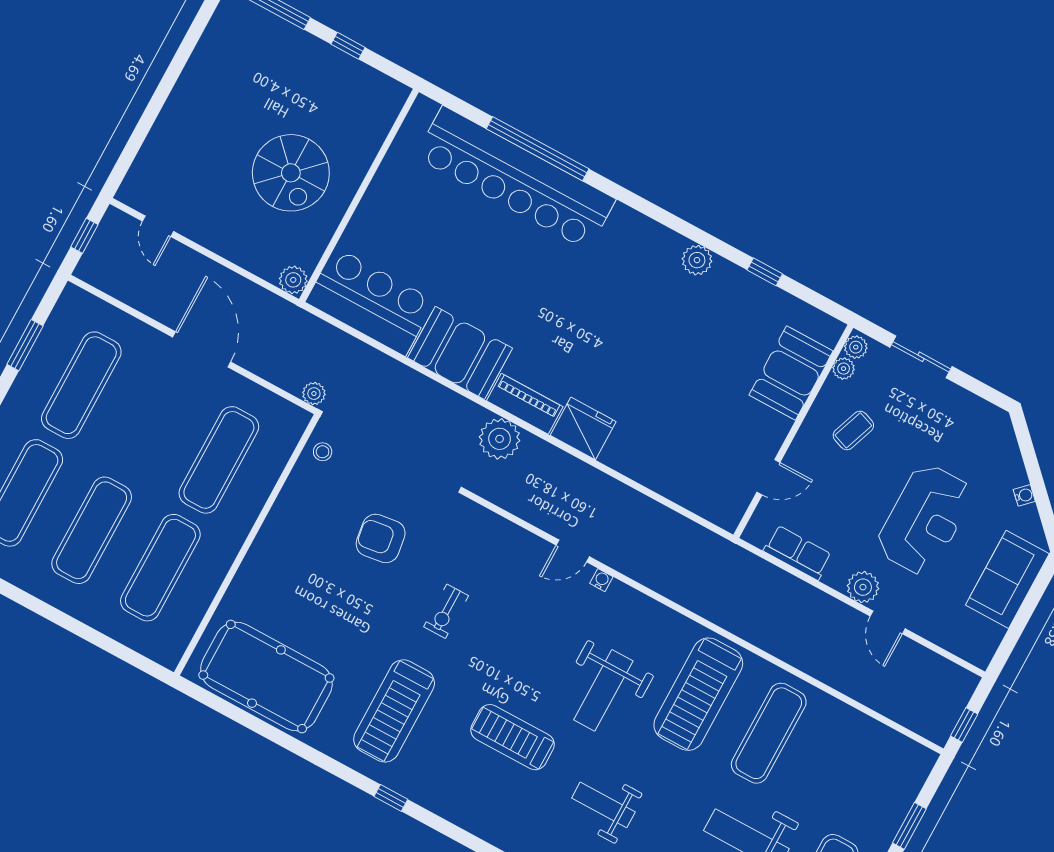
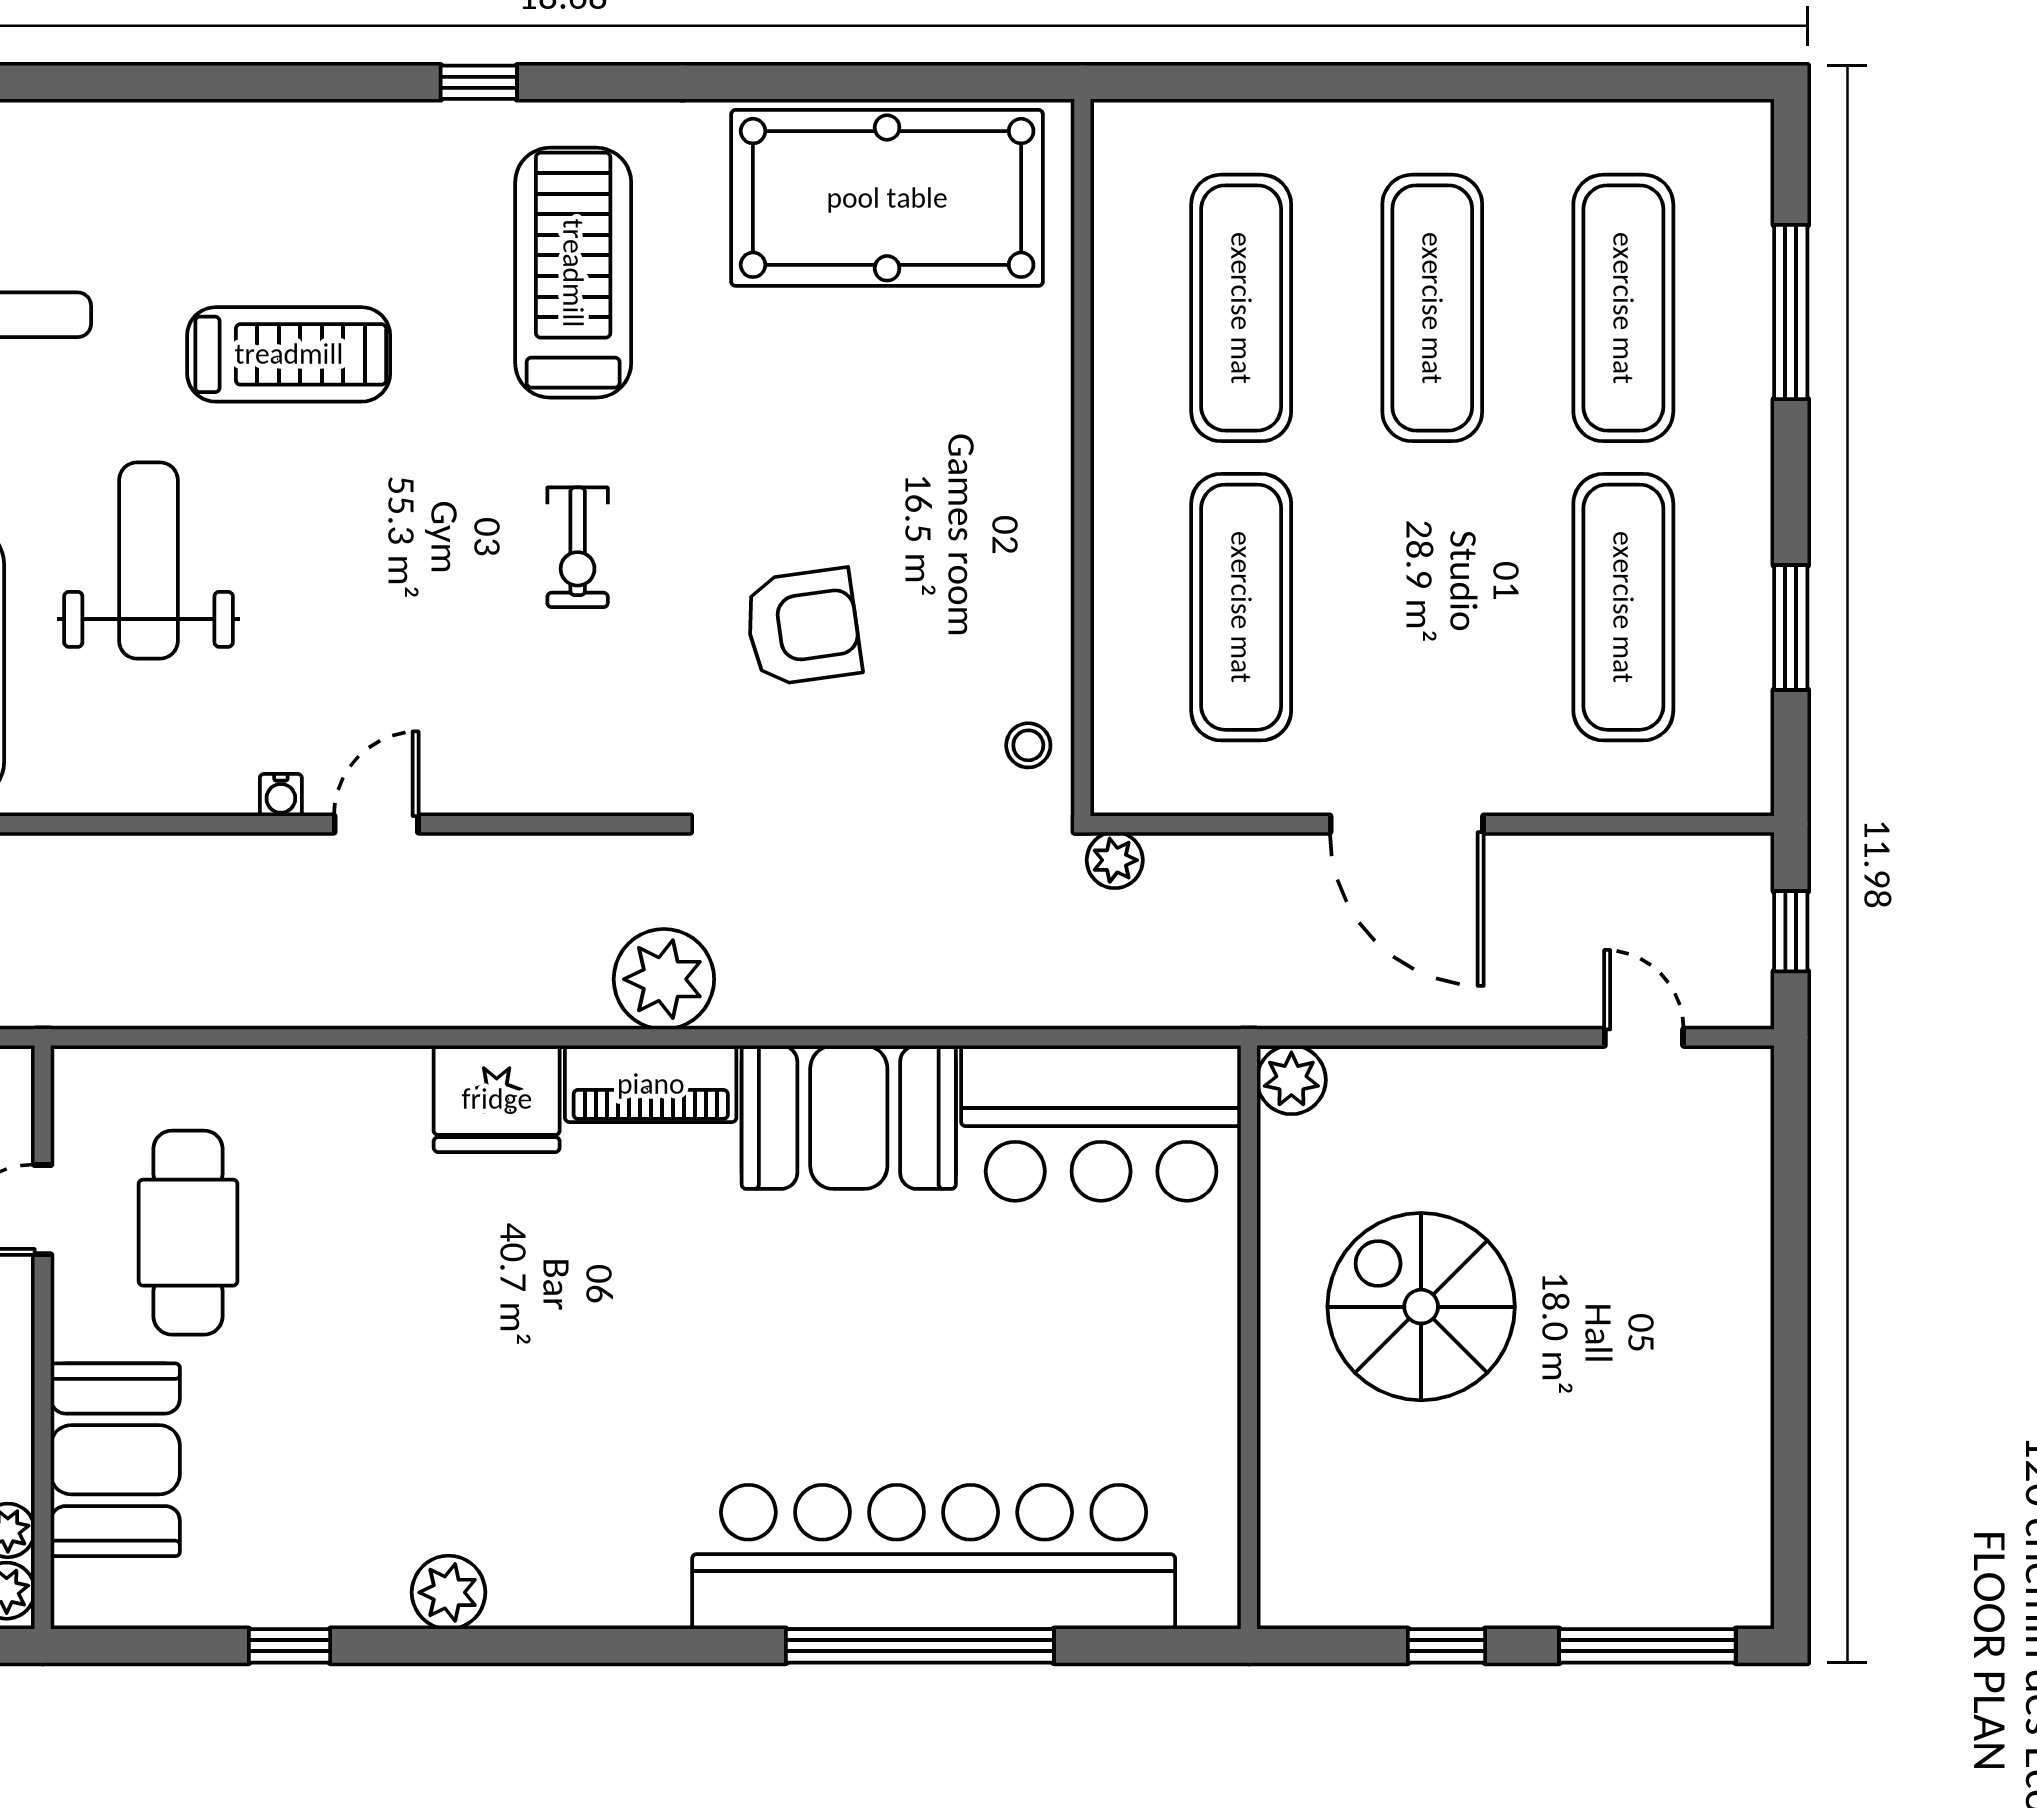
cafe table: (720, 441) -> (188, 1233), added
exercise bike: (446, 611) -> (578, 547), turned 180

